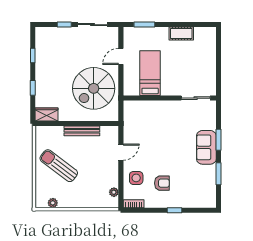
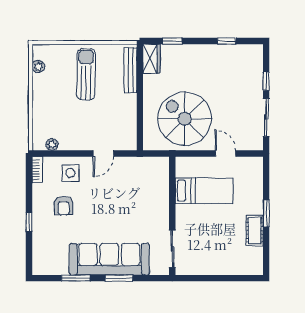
window: (144, 25) -> (266, 213), moved
window: (33, 88) -> (172, 41), moved
bench: (82, 131) -> (130, 70), moved
sofa: (206, 147) -> (109, 259), width x1.85, depth x1.27
door: (121, 152) -> (103, 153), hinge flipped
sun lounger: (59, 166) -> (86, 74), turned -36

